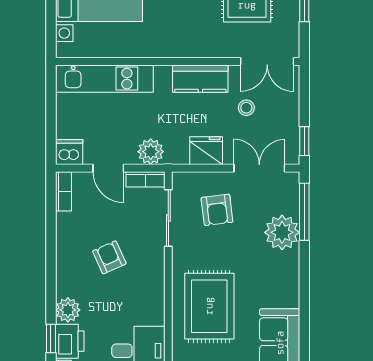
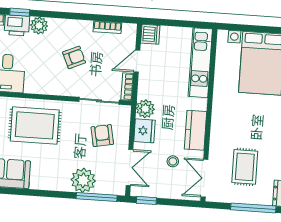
plant: (151, 152) -> (145, 109), moved
bookcase: (63, 191) -> (107, 27), moved
armchair: (217, 210) -> (102, 136), turned 86

